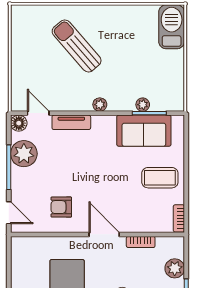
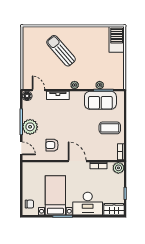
plant: (24, 154) -> (30, 127), moved
plant: (175, 268) -> (118, 168), moved

